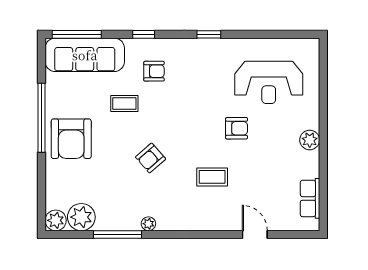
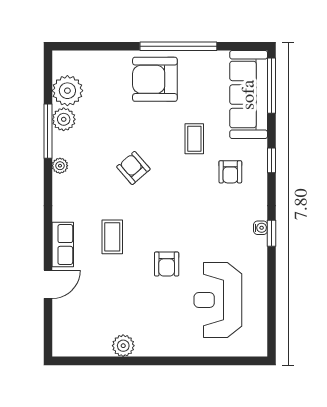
water cooler: (204, 44) -> (261, 228), added
plant: (310, 140) -> (123, 346), moved
row of seats: (310, 198) -> (63, 244), moved, turned 90
plant: (56, 220) -> (64, 119), moved

